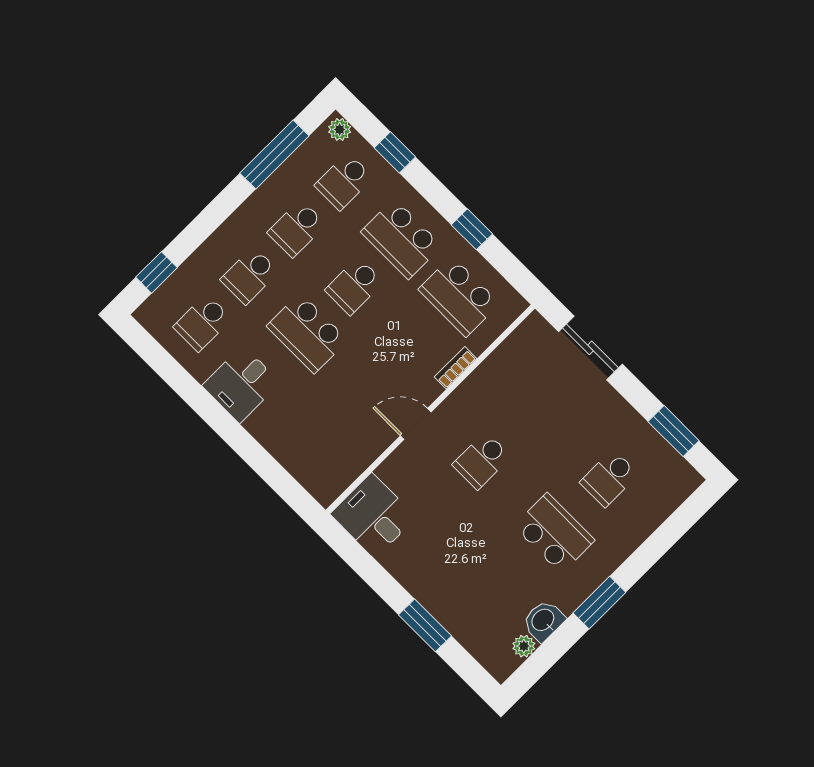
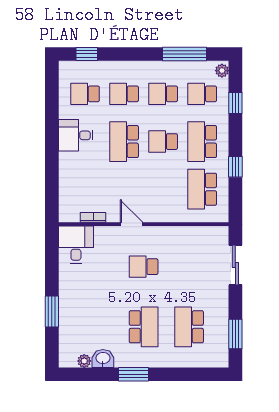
bookcase: (456, 368) -> (93, 217), moved
school desk: (609, 478) -> (189, 327), width x1.85

